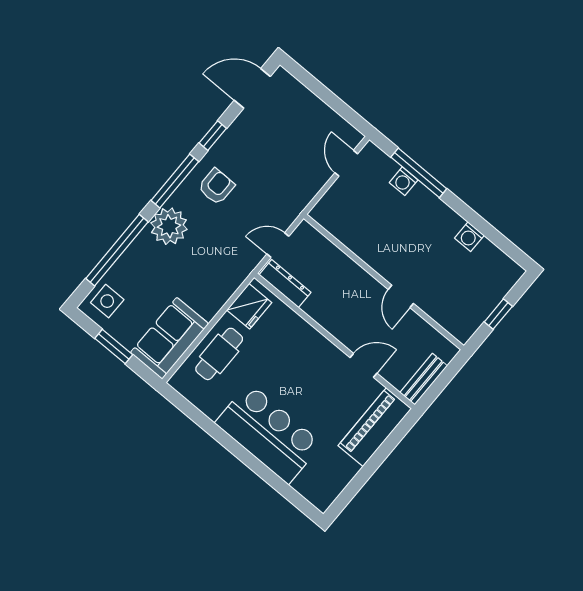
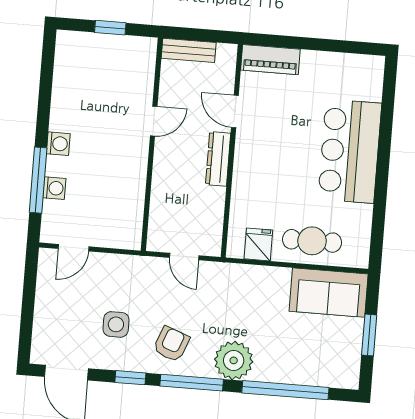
armchair: (216, 187) -> (171, 344), turned 111
washing machine: (469, 237) -> (58, 144), moved
dresser: (285, 284) -> (218, 159), moved
side table: (107, 301) -> (116, 324), moved
fridge: (249, 306) -> (258, 244), width x0.72
bench: (424, 379) -> (189, 50), moved
piano: (375, 427) -> (270, 60), width x0.73, depth x0.75

